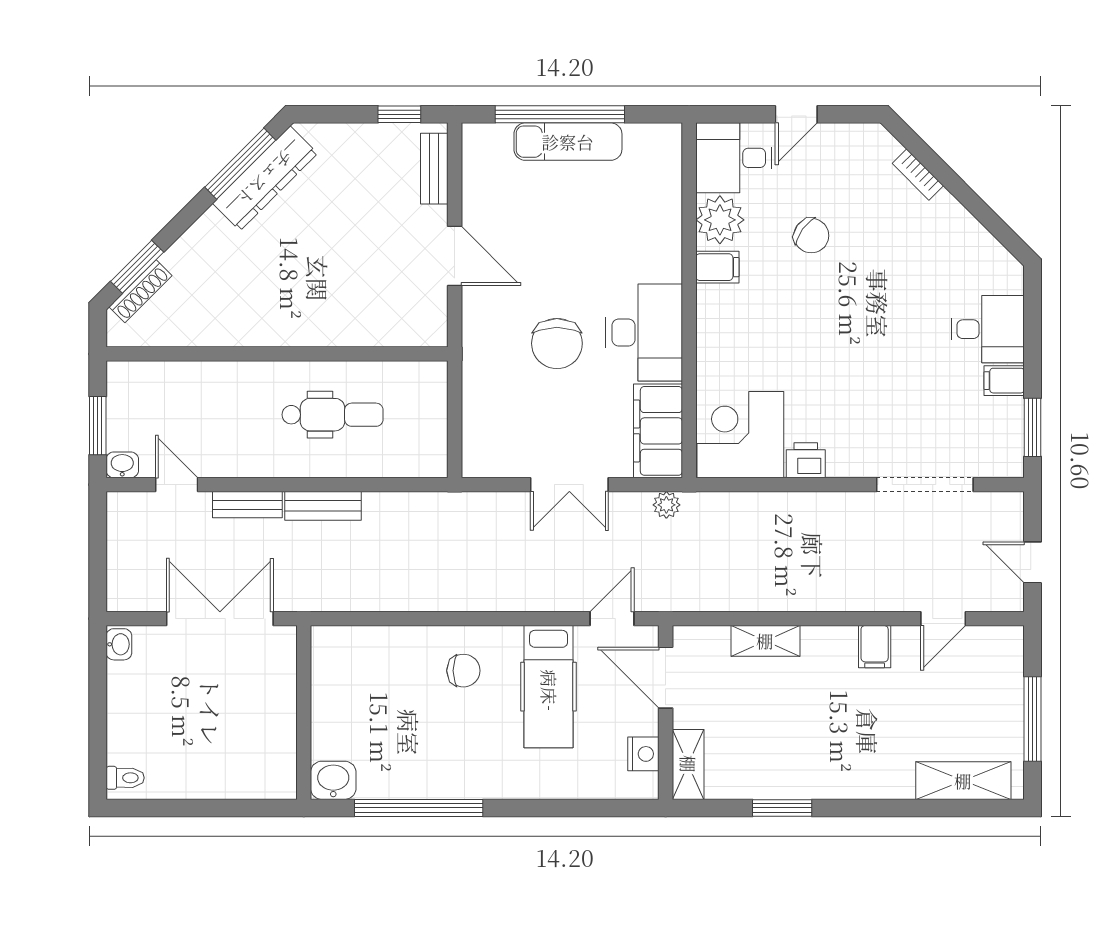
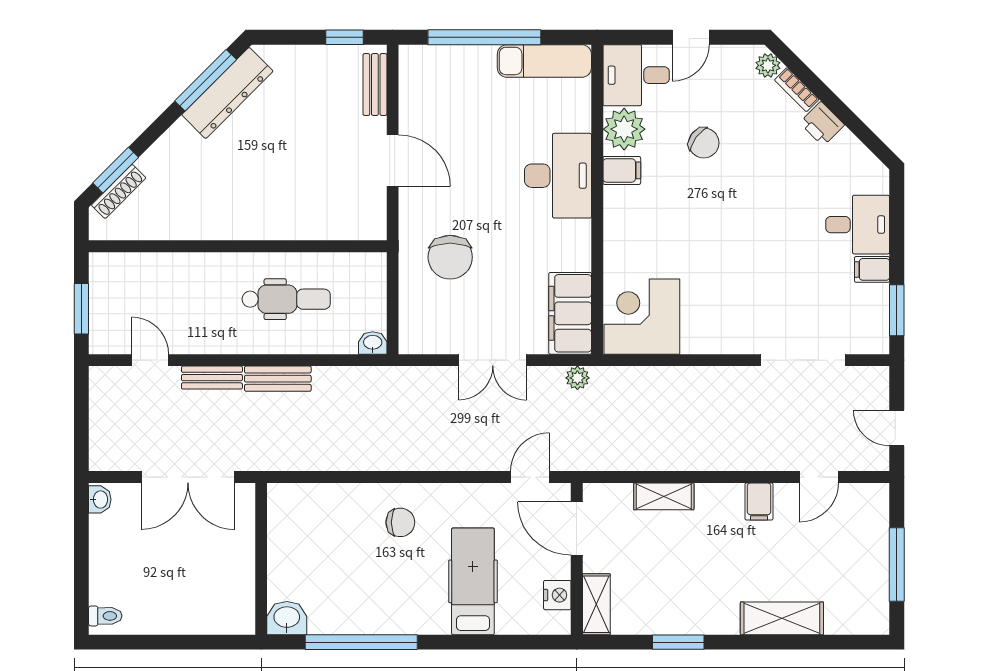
exam couch: (568, 142) -> (544, 61), moved
plant: (885, 147) -> (768, 65), added
desk: (644, 333) -> (558, 176), moved
chair: (557, 343) -> (450, 257), moved
printer: (806, 460) -> (822, 124), moved, turned -135
washbasin: (122, 465) -> (373, 343), moved
double door: (220, 619) -> (188, 477), swing flipped
hospital bed: (549, 687) -> (473, 581), moved, turned 180
shelving: (963, 781) -> (782, 618), moved

